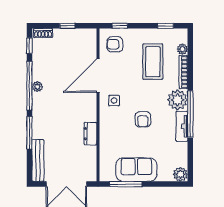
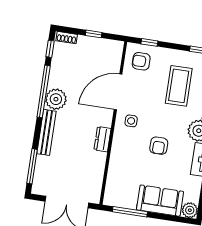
plant: (37, 87) -> (56, 99), width x1.87, depth x1.87
window: (29, 133) -> (32, 166), moved
dresser: (90, 134) -> (103, 139), moved
bench: (38, 160) -> (46, 132), moved
sofa: (136, 170) -> (160, 201), moved

